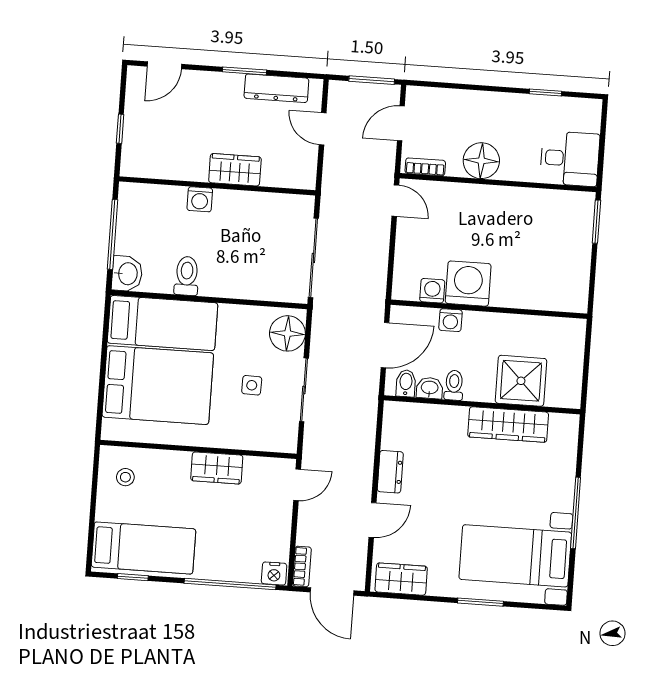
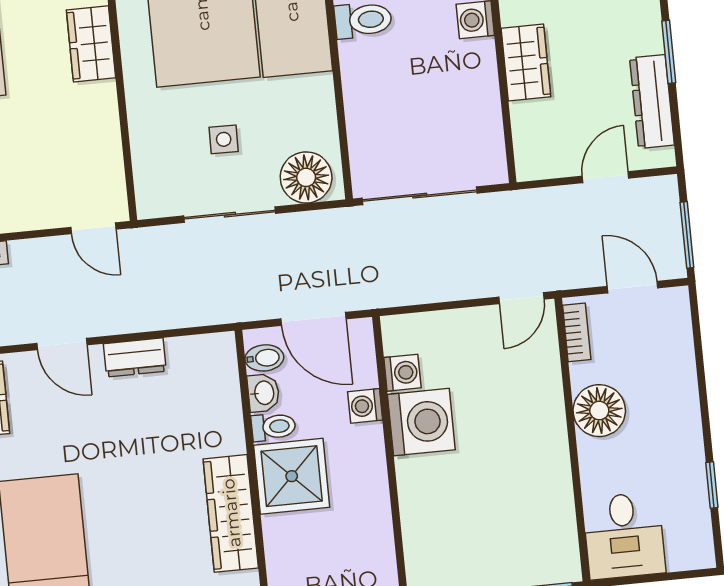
shower: (521, 381) -> (292, 476), moved
wardrobe: (217, 468) -> (91, 44), moved

